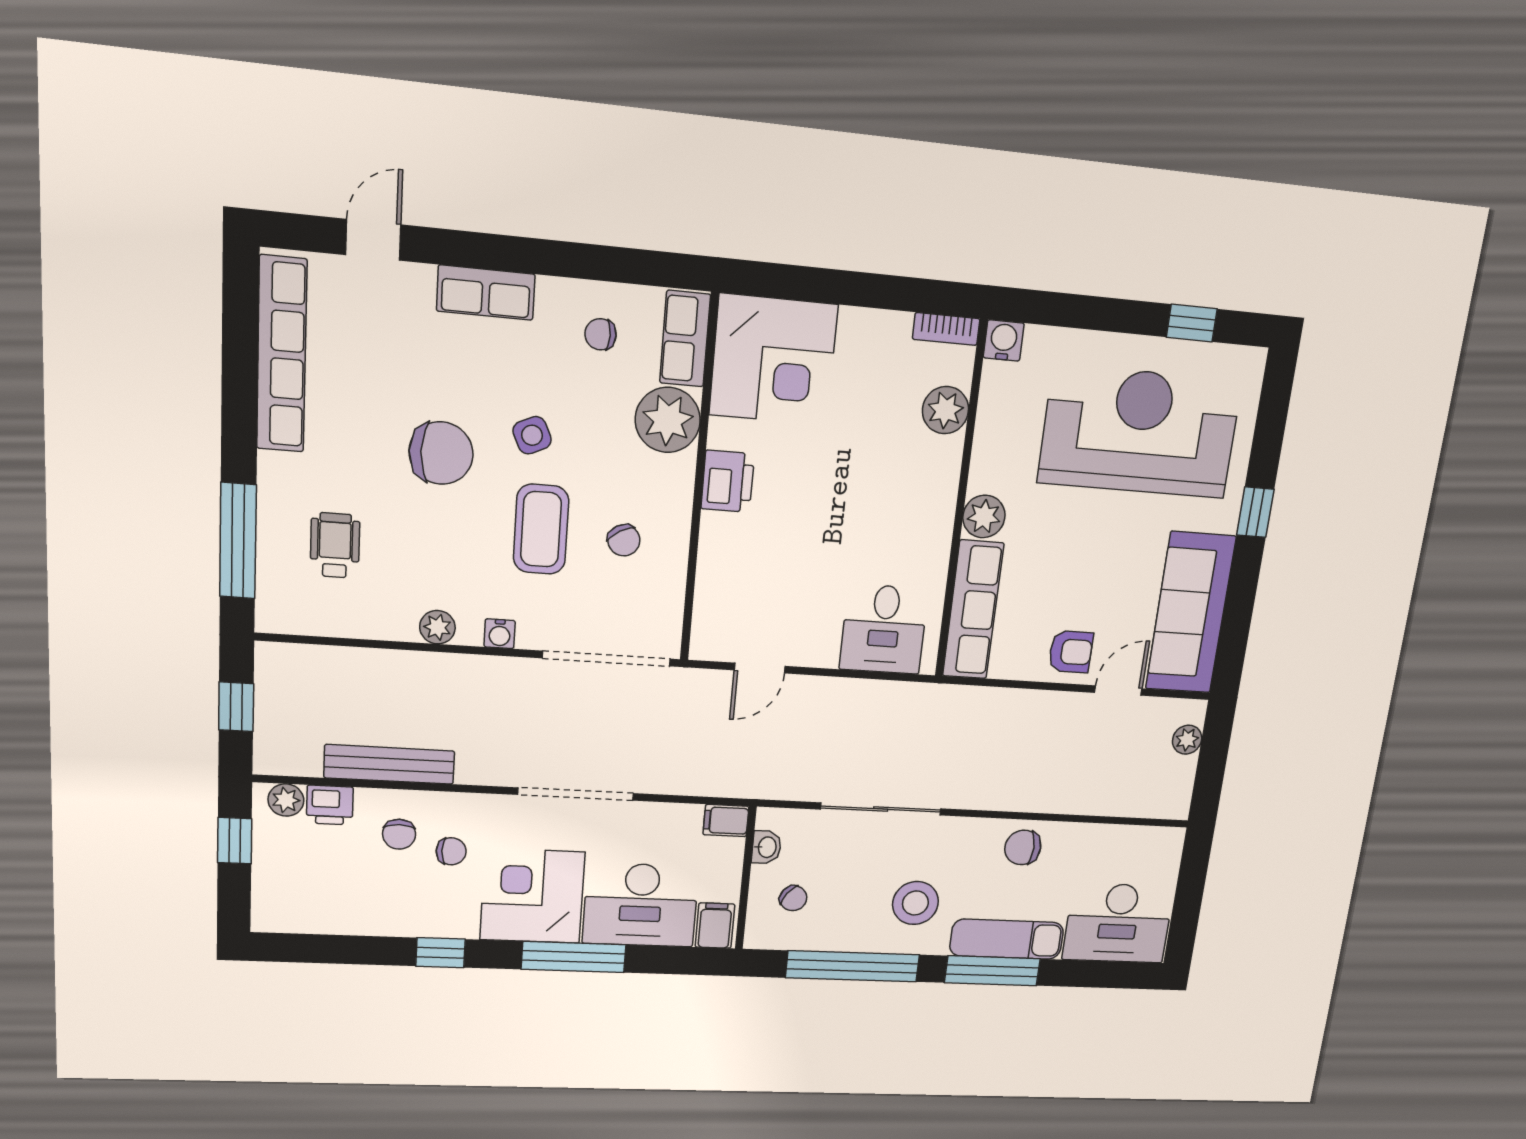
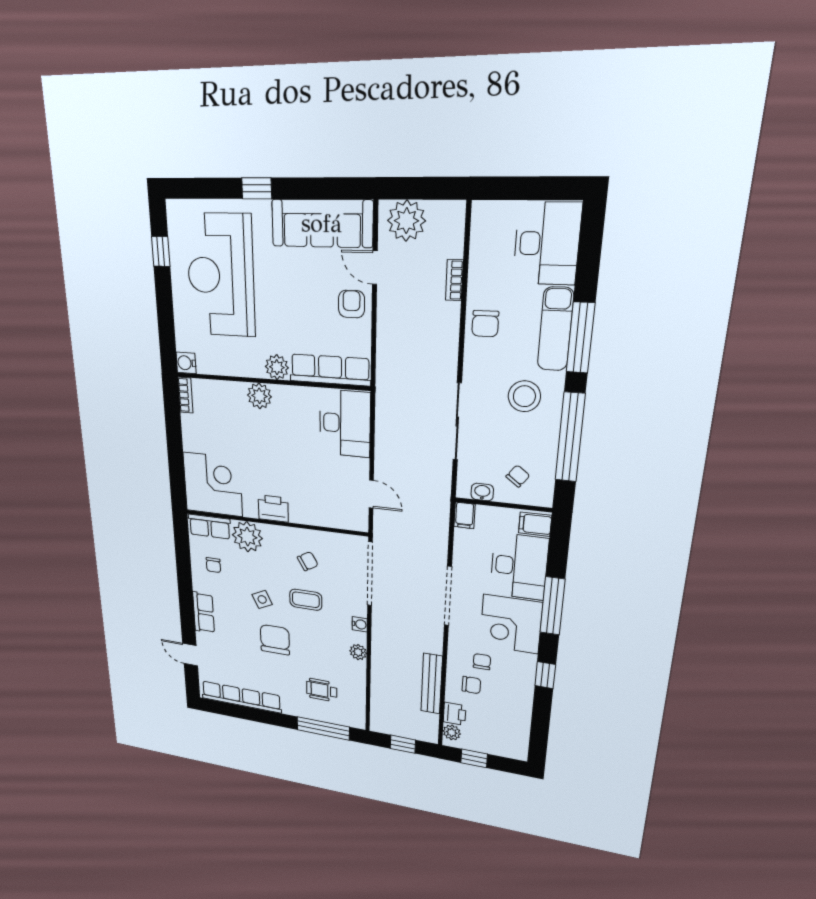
plant: (946, 410) -> (259, 396), moved
coffee table: (541, 529) -> (306, 600), width x0.73, depth x0.77
desk: (884, 629) -> (345, 423), width x1.37
plant: (1187, 740) -> (406, 221), width x1.88, depth x1.88
bookcase: (1087, 805) -> (454, 280), added

